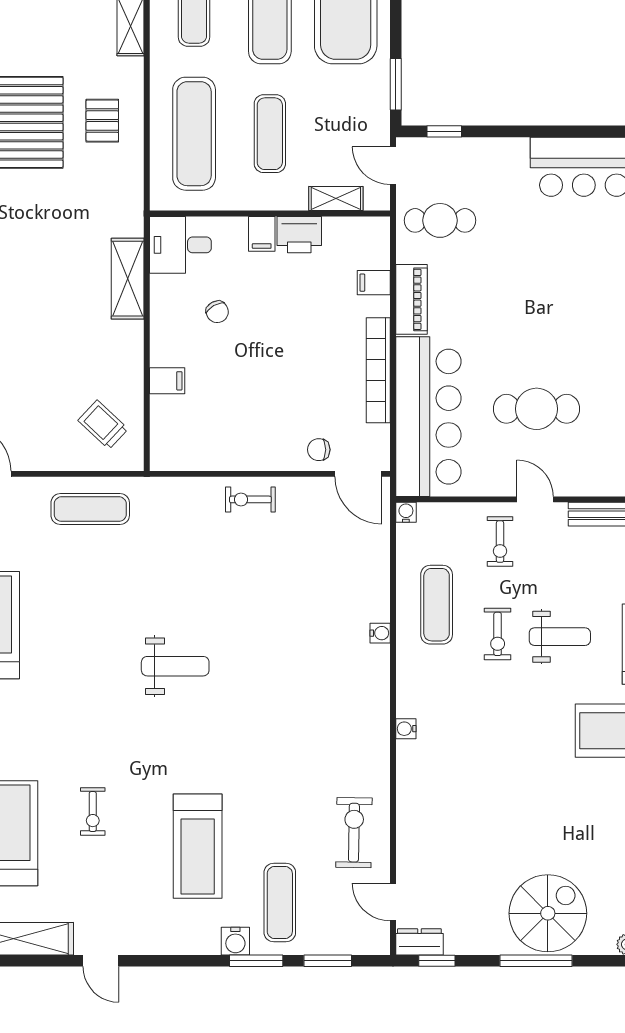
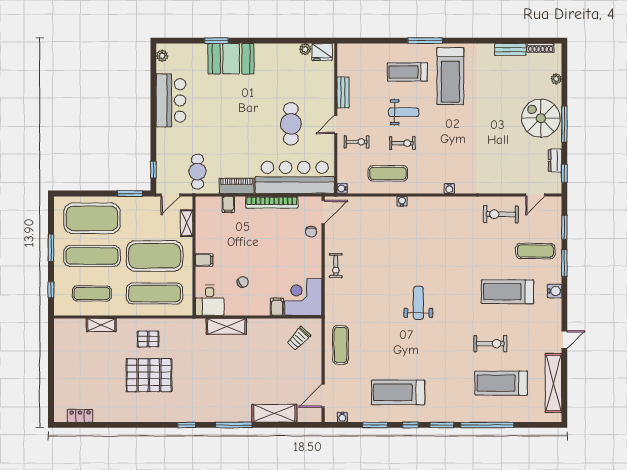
exercise mat: (270, 134) -> (155, 256), width x2.00, depth x1.45
printer: (299, 235) -> (205, 241), removed
corner desk: (187, 434) -> (303, 297), added
weight bench: (560, 637) -> (404, 112), turned 90
exercise bike: (93, 812) -> (490, 344), width x1.38, depth x1.39
treadmill: (198, 846) -> (507, 292), turned 180
water cooler: (235, 941) -> (555, 291), moved
dresser: (419, 942) -> (555, 161), moved

